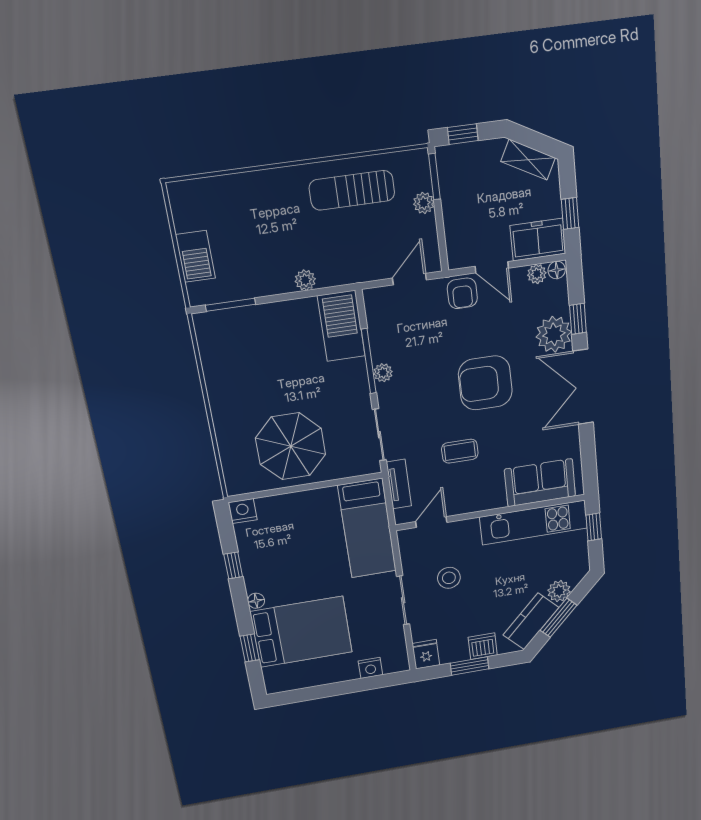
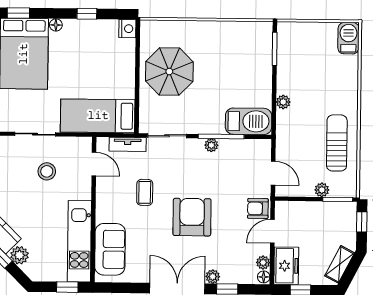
barbecue: (195, 256) -> (348, 38), moved, turned 90
plant: (554, 334) -> (213, 277), width x0.53, depth x0.53

